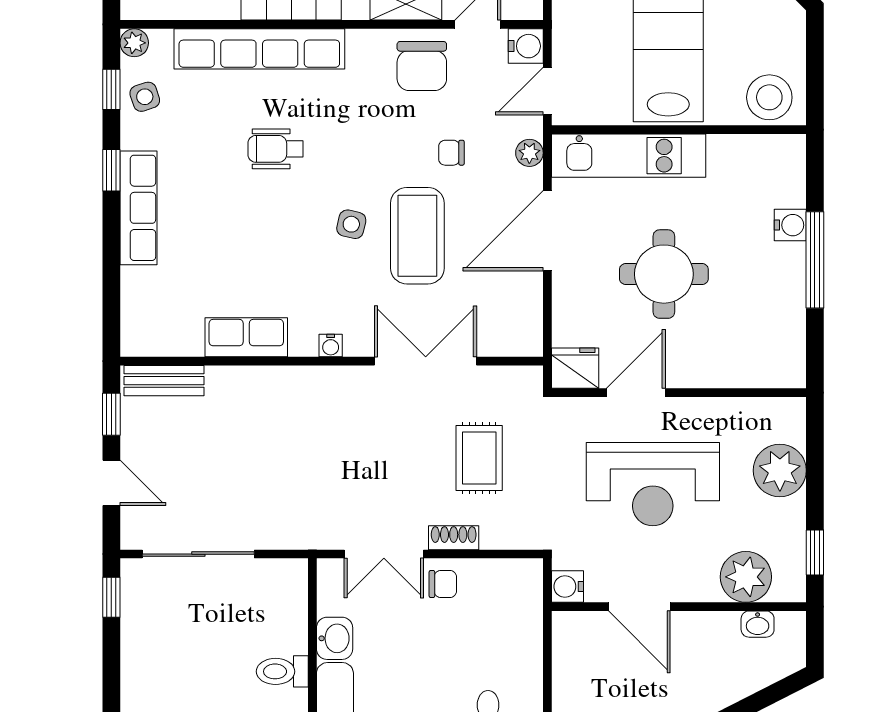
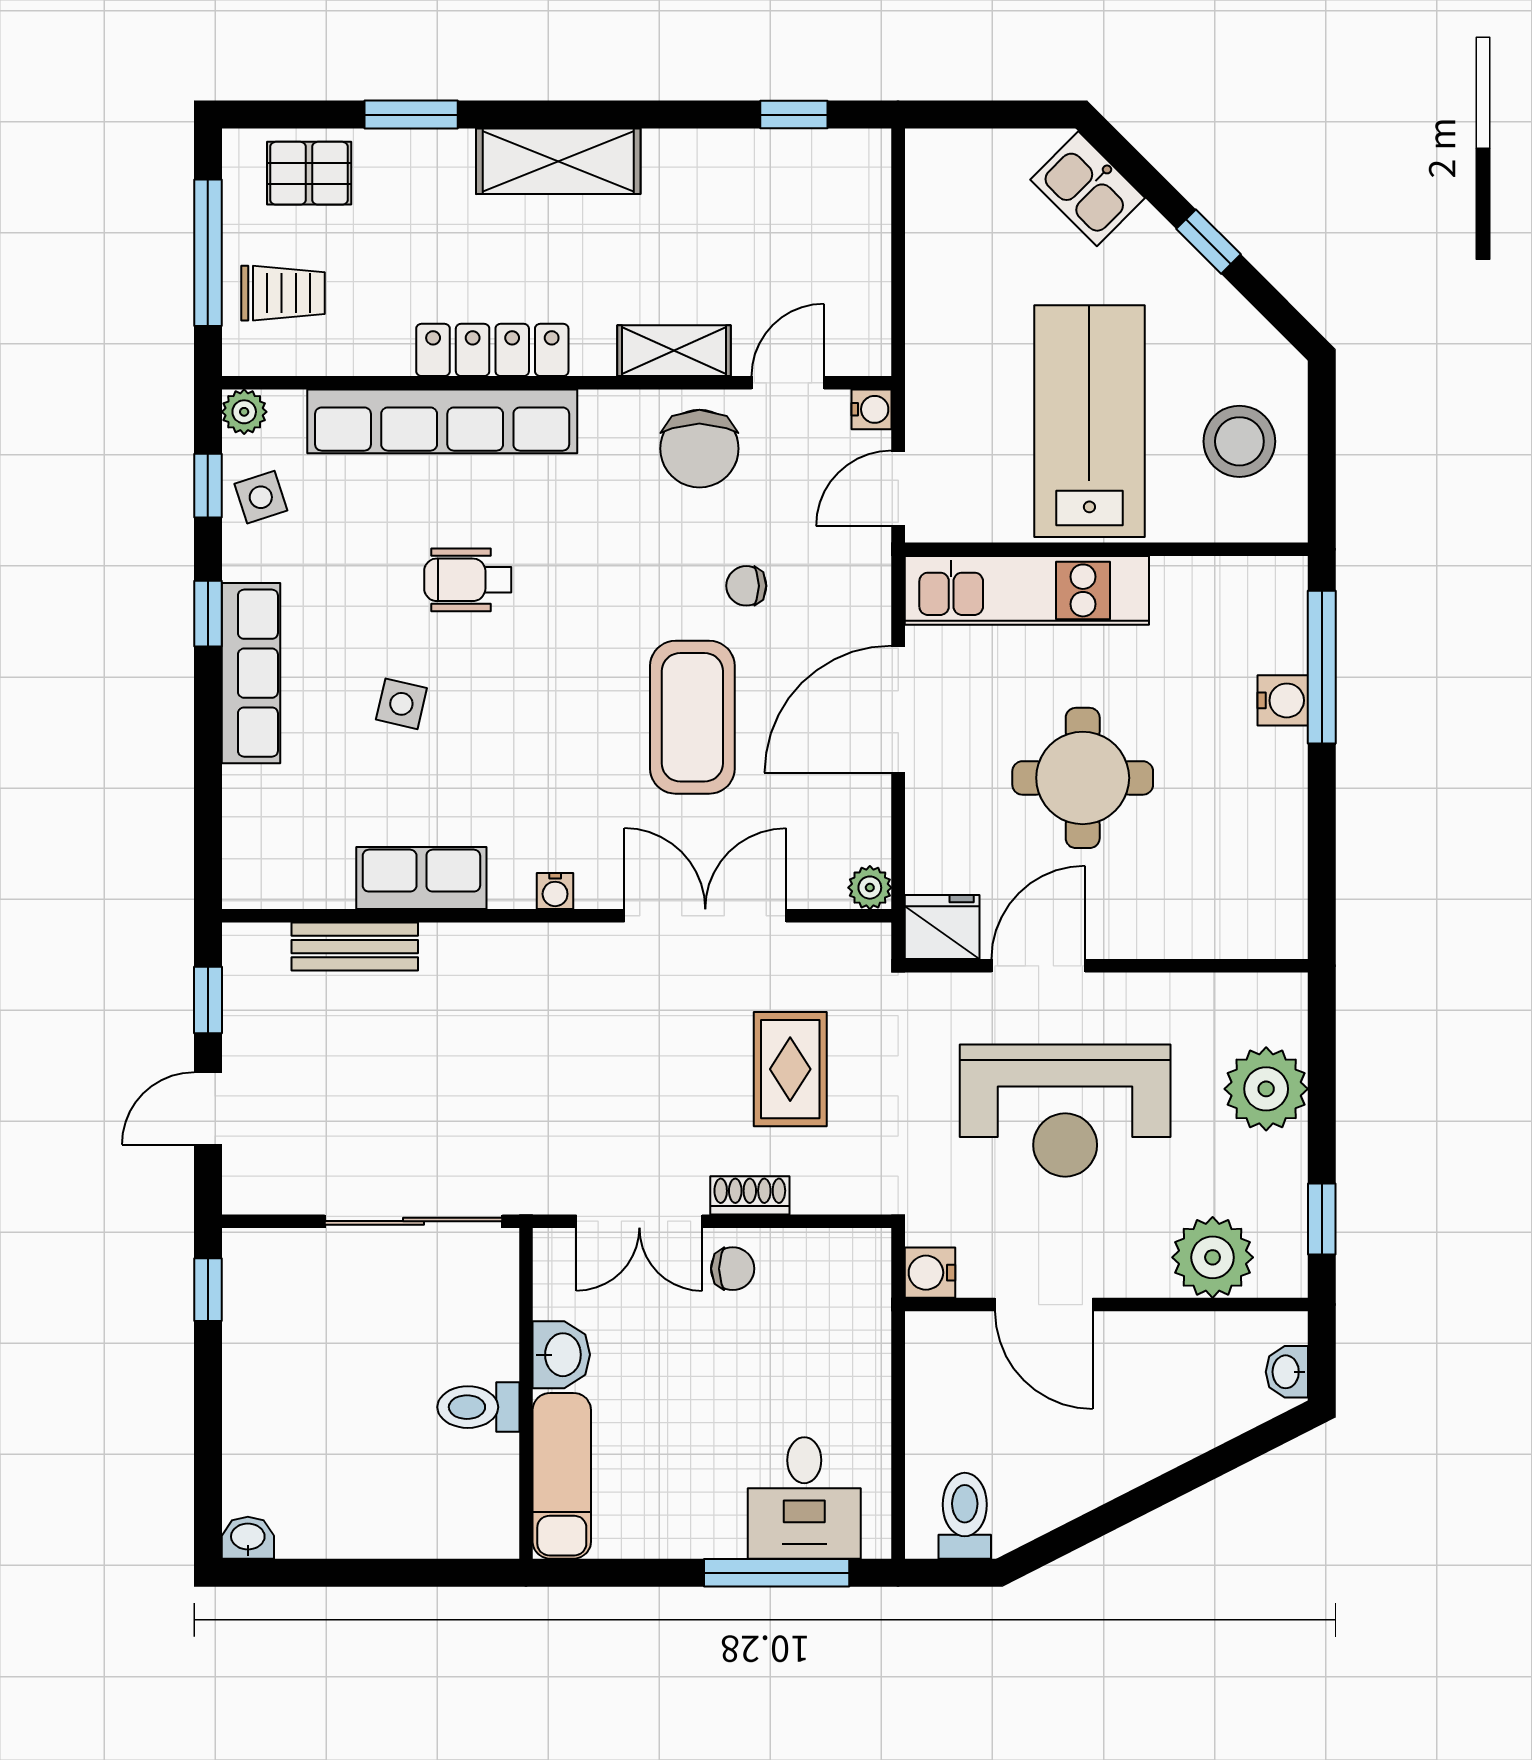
water cooler: (526, 46) -> (871, 409), width x0.72, depth x0.72
stool: (769, 97) -> (1239, 441), moved
plant: (529, 153) -> (870, 888), moved
side table: (351, 224) -> (401, 704), moved
window: (815, 260) -> (1322, 667), moved
bench: (164, 381) -> (355, 947), moved
door: (111, 483) -> (208, 1109), swing flipped
sliding door: (198, 554) -> (414, 1221), moved
washbasin: (758, 624) -> (1287, 1372), moved, turned 90

